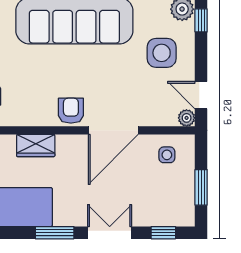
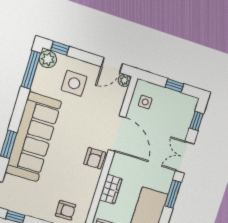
armchair: (71, 111) -> (95, 158), turned -90
window: (201, 187) -> (175, 86), width x0.67

